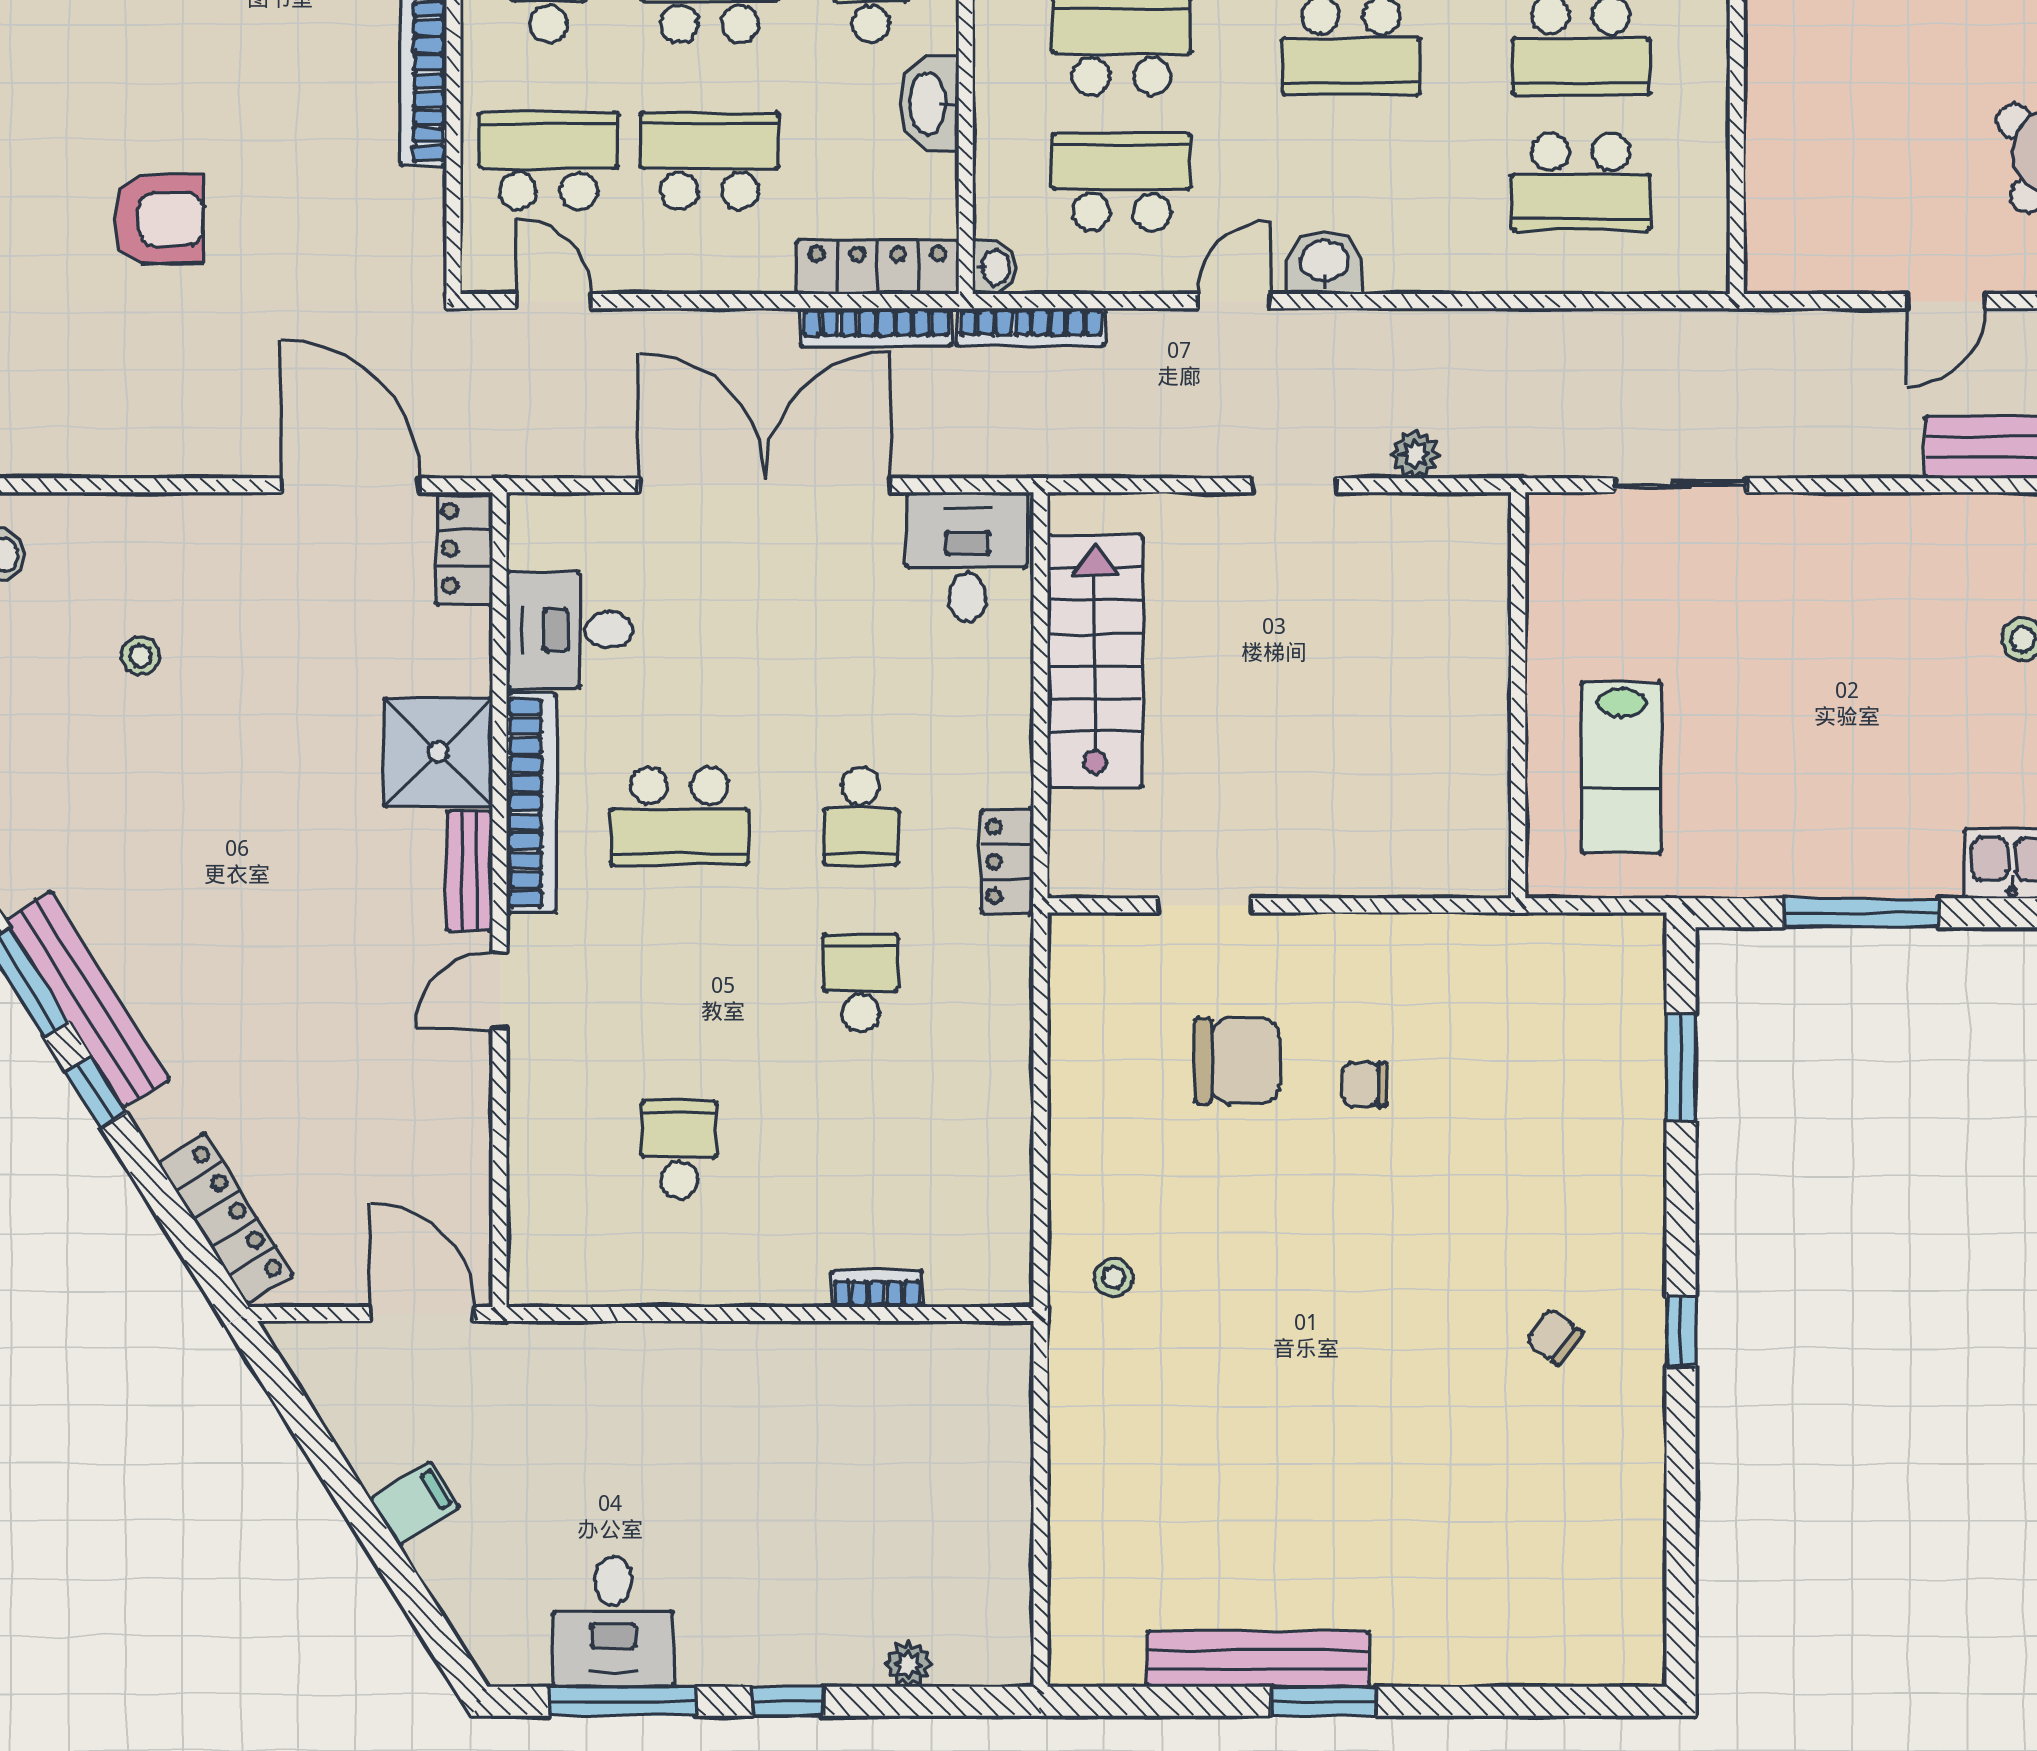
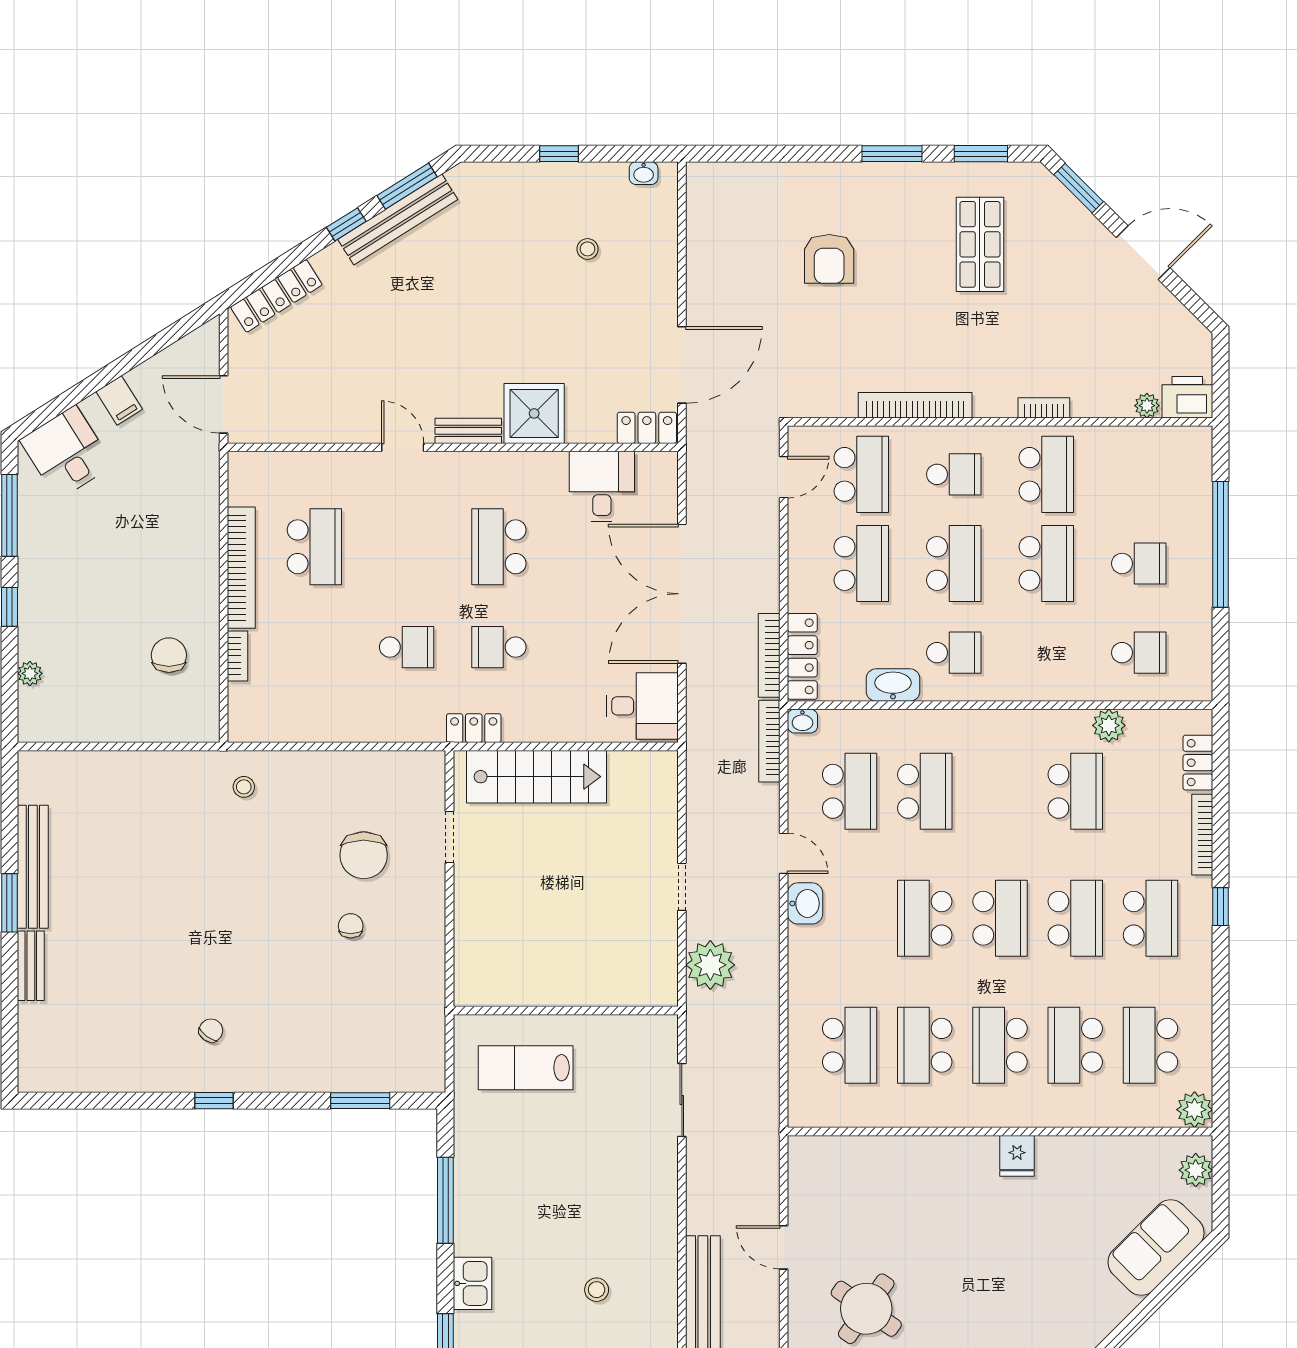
school desk: (1581, 182) -> (850, 1045), turned 180
plant: (1415, 455) -> (710, 965), width x1.88, depth x1.88
double door: (764, 485) -> (682, 594), swing flipped
stairs: (1095, 661) -> (536, 777), moved
bookcase: (531, 803) -> (241, 568), moved, turned -90
school desk: (679, 1150) -> (314, 547), width x1.85
door: (422, 1314) -> (224, 404), swing flipped
chair: (875, 1413) -> (169, 655), added
desk: (613, 1621) -> (67, 453), moved, turned 58
bench: (1437, 1663) -> (31, 966), added

